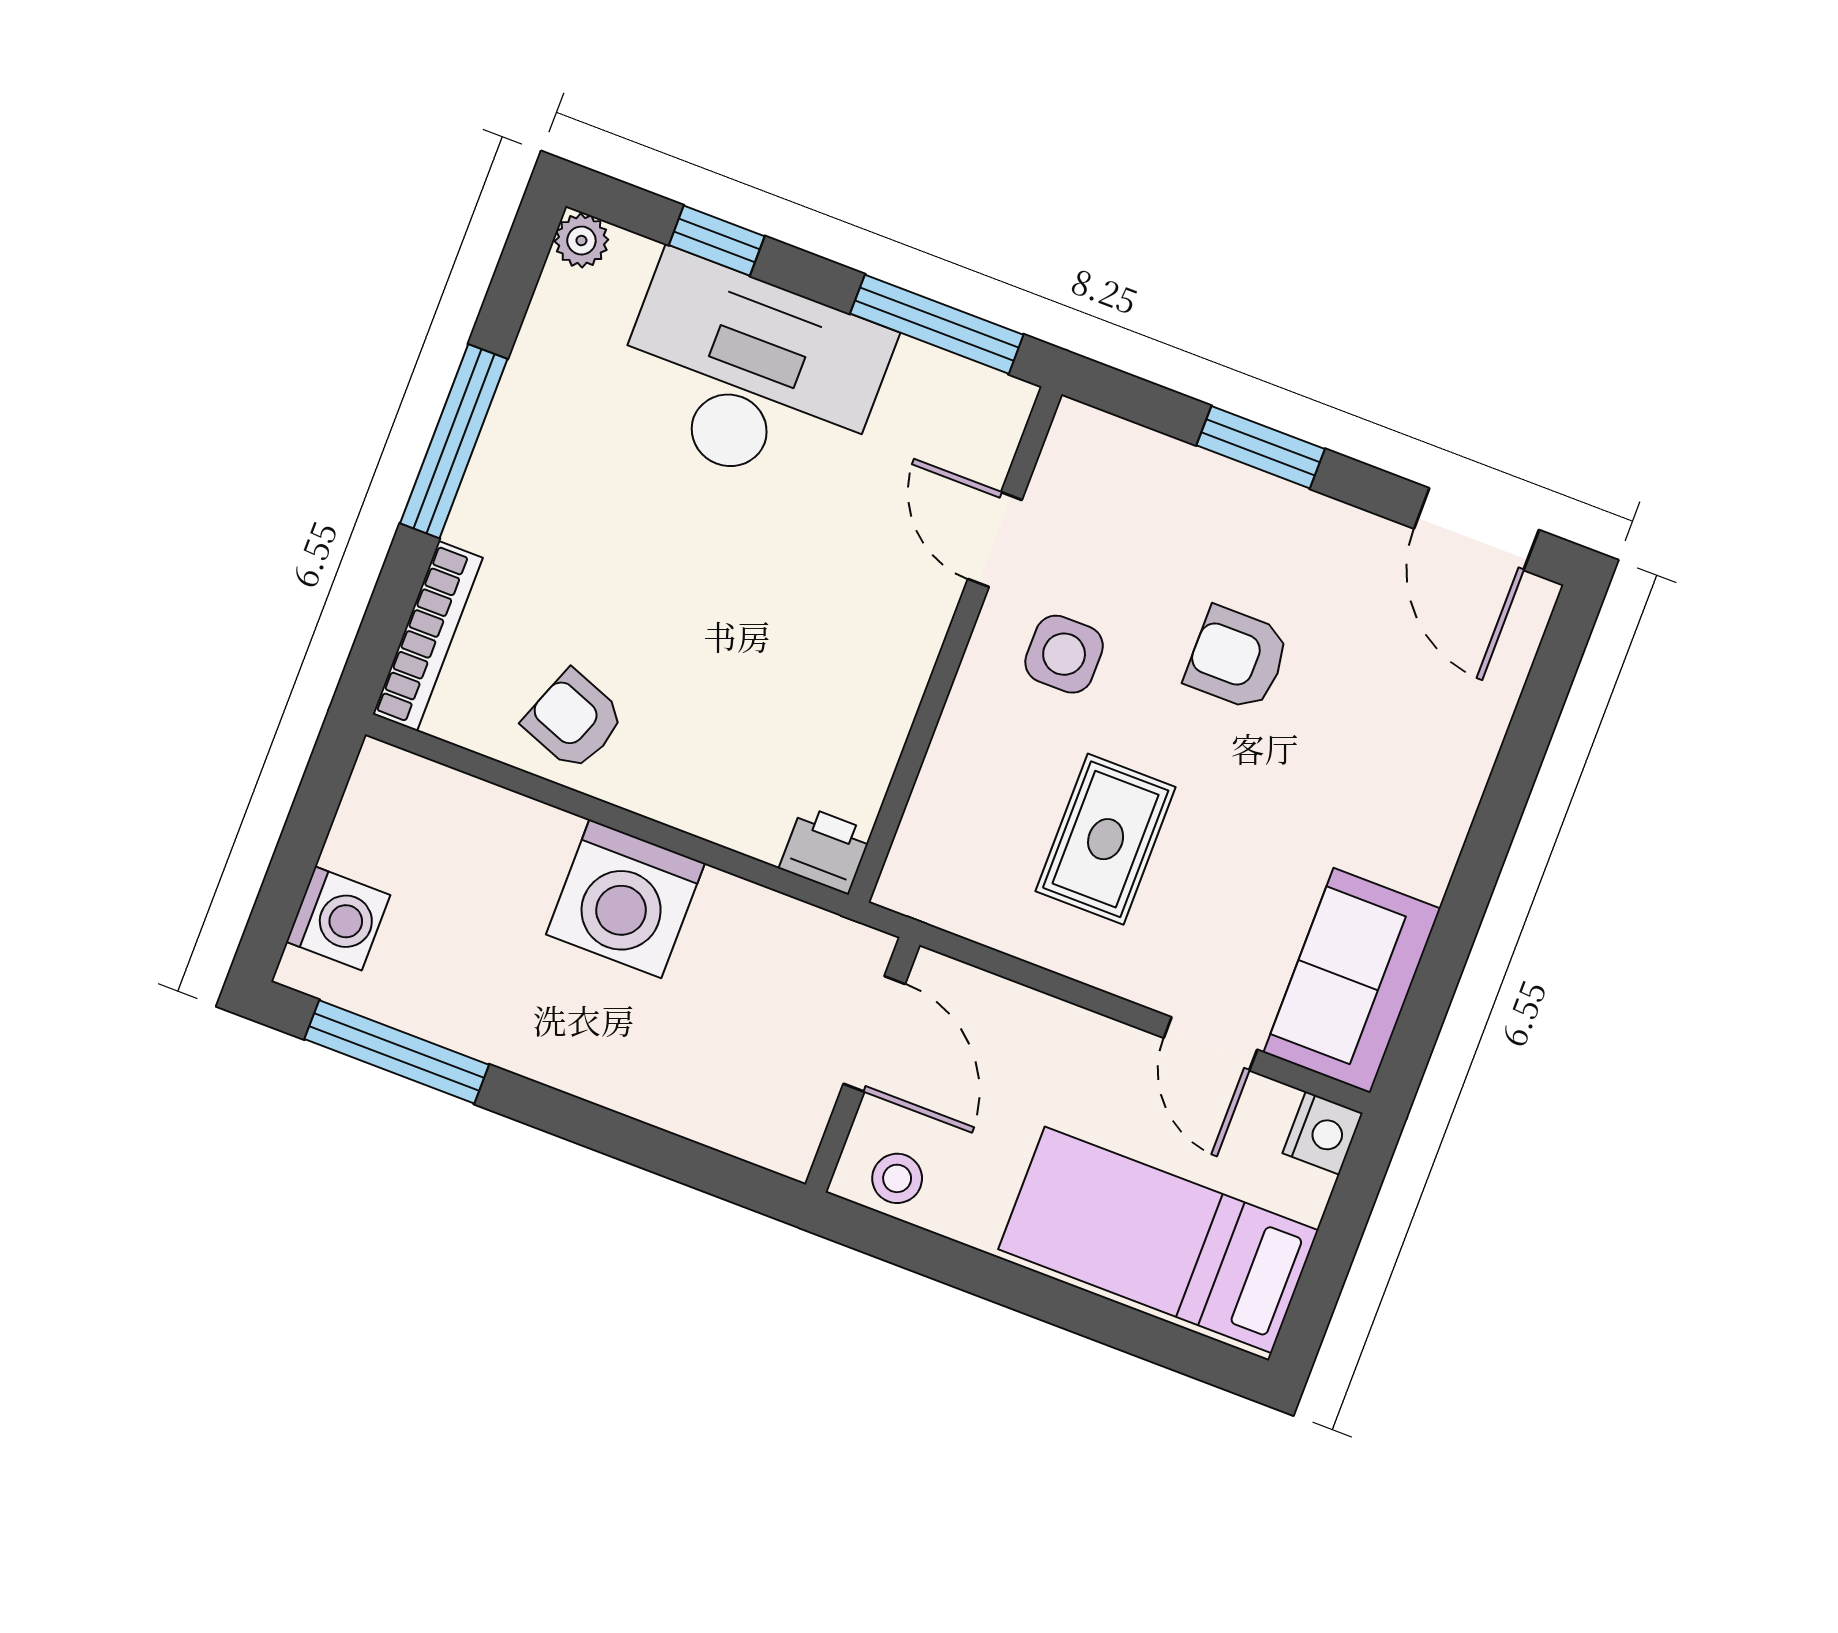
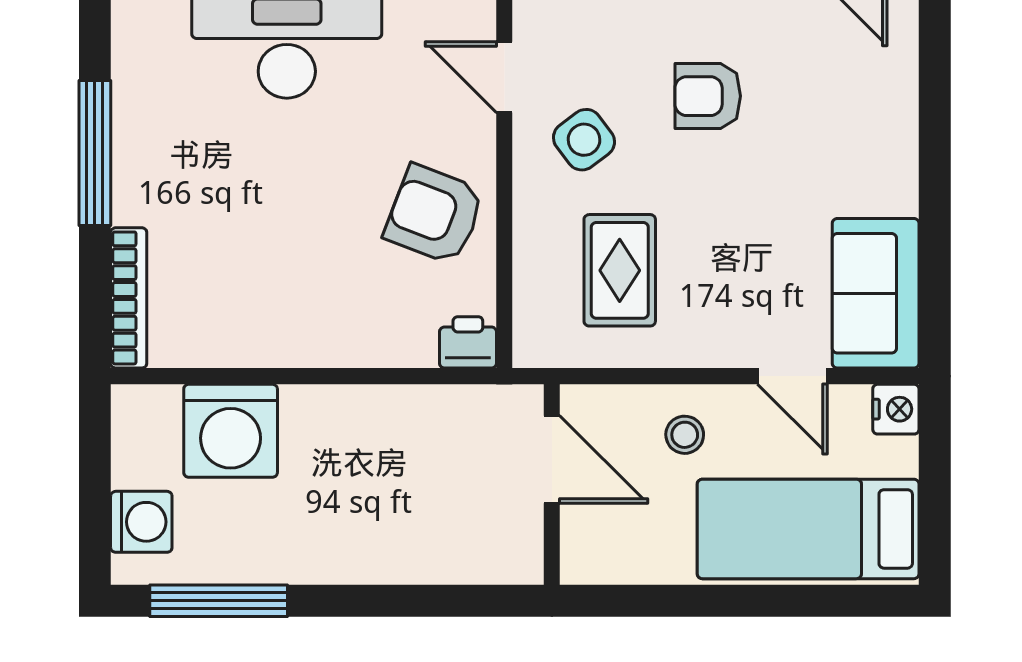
side table: (1064, 654) -> (584, 140), turned -37
armchair: (574, 720) -> (434, 214), moved, width x1.38, depth x1.38
rug: (1106, 839) -> (620, 270), moved
washing machine: (625, 899) -> (231, 431), moved
stool: (897, 1178) -> (685, 435), moved

